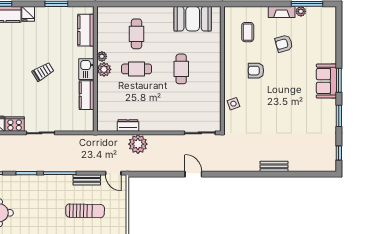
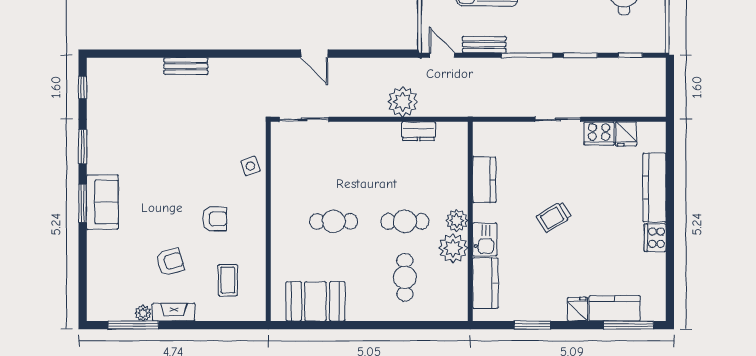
plant: (102, 56) -> (453, 248), width x1.87, depth x1.87
kitchen sink: (86, 69) -> (485, 239), moved
cafe table: (181, 69) -> (334, 221), turned 90

